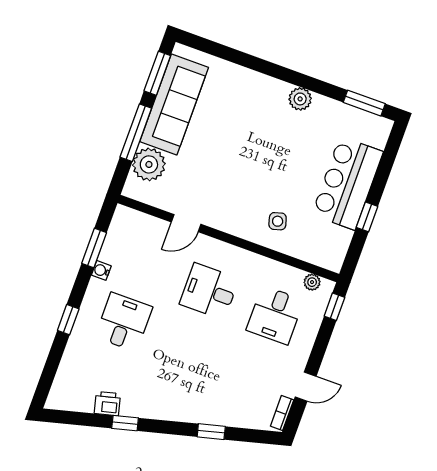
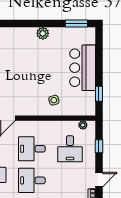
window: (367, 217) -> (99, 94), moved
window: (334, 307) -> (99, 146), moved
desk: (190, 346) -> (32, 180), added

